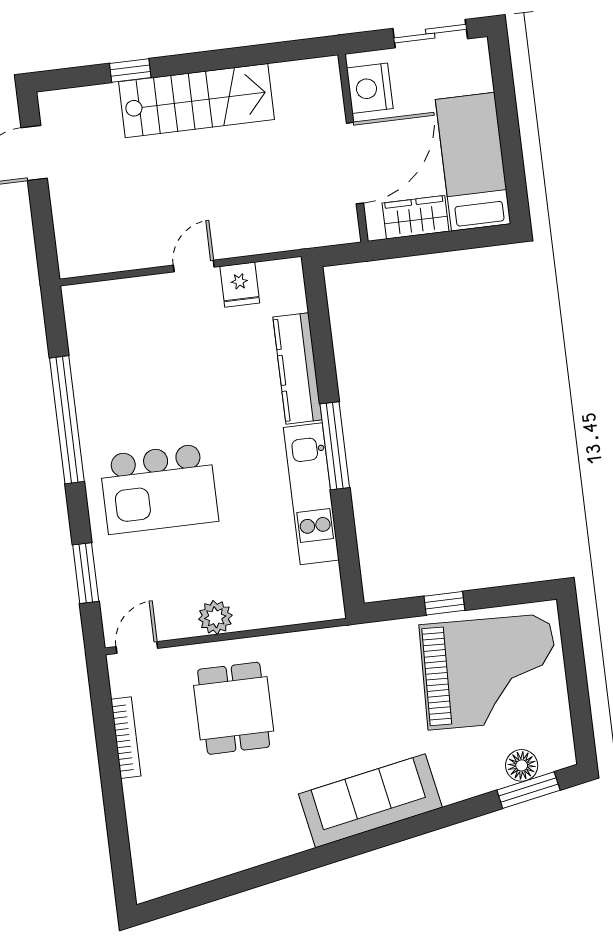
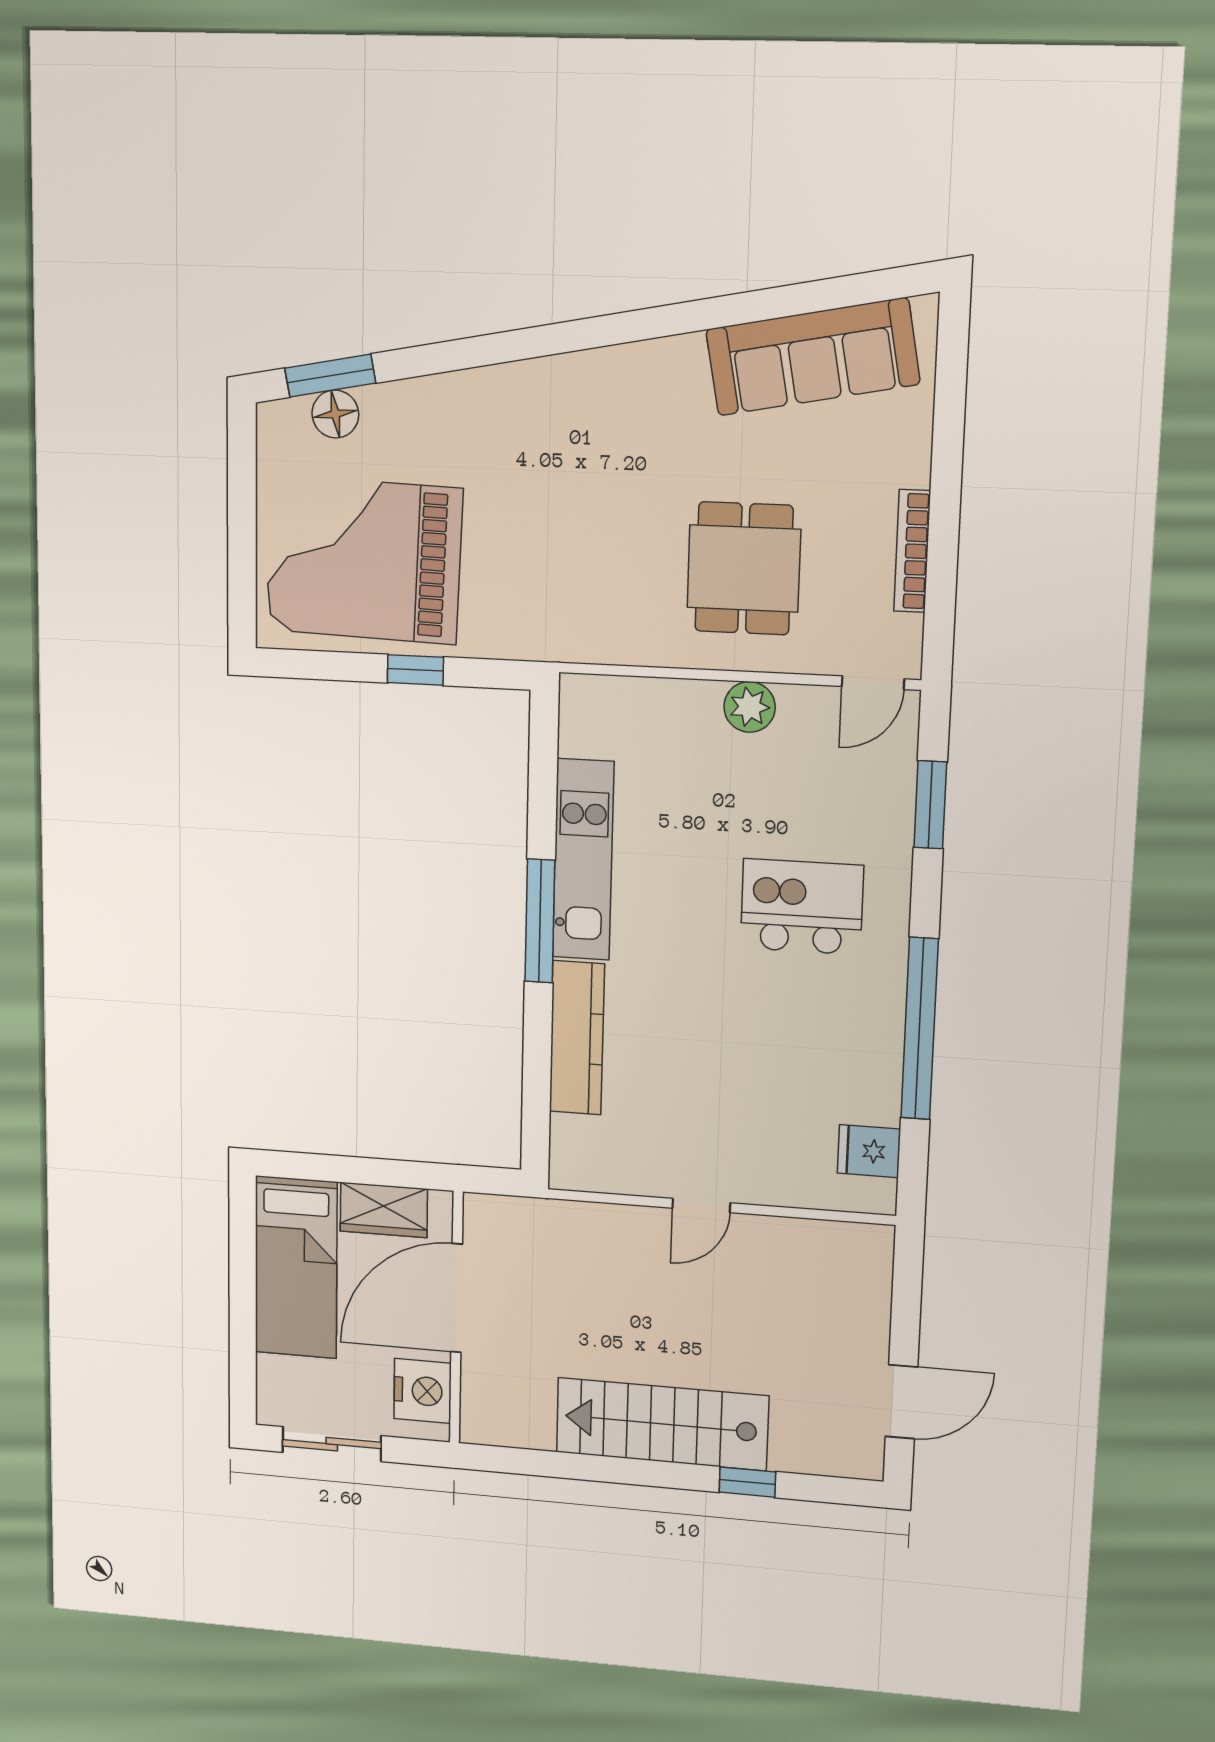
fridge: (240, 285) -> (869, 1151), moved, turned -90
kitchen island: (159, 489) -> (802, 907), width x0.73, depth x0.78
sofa: (370, 801) -> (813, 357), moved

